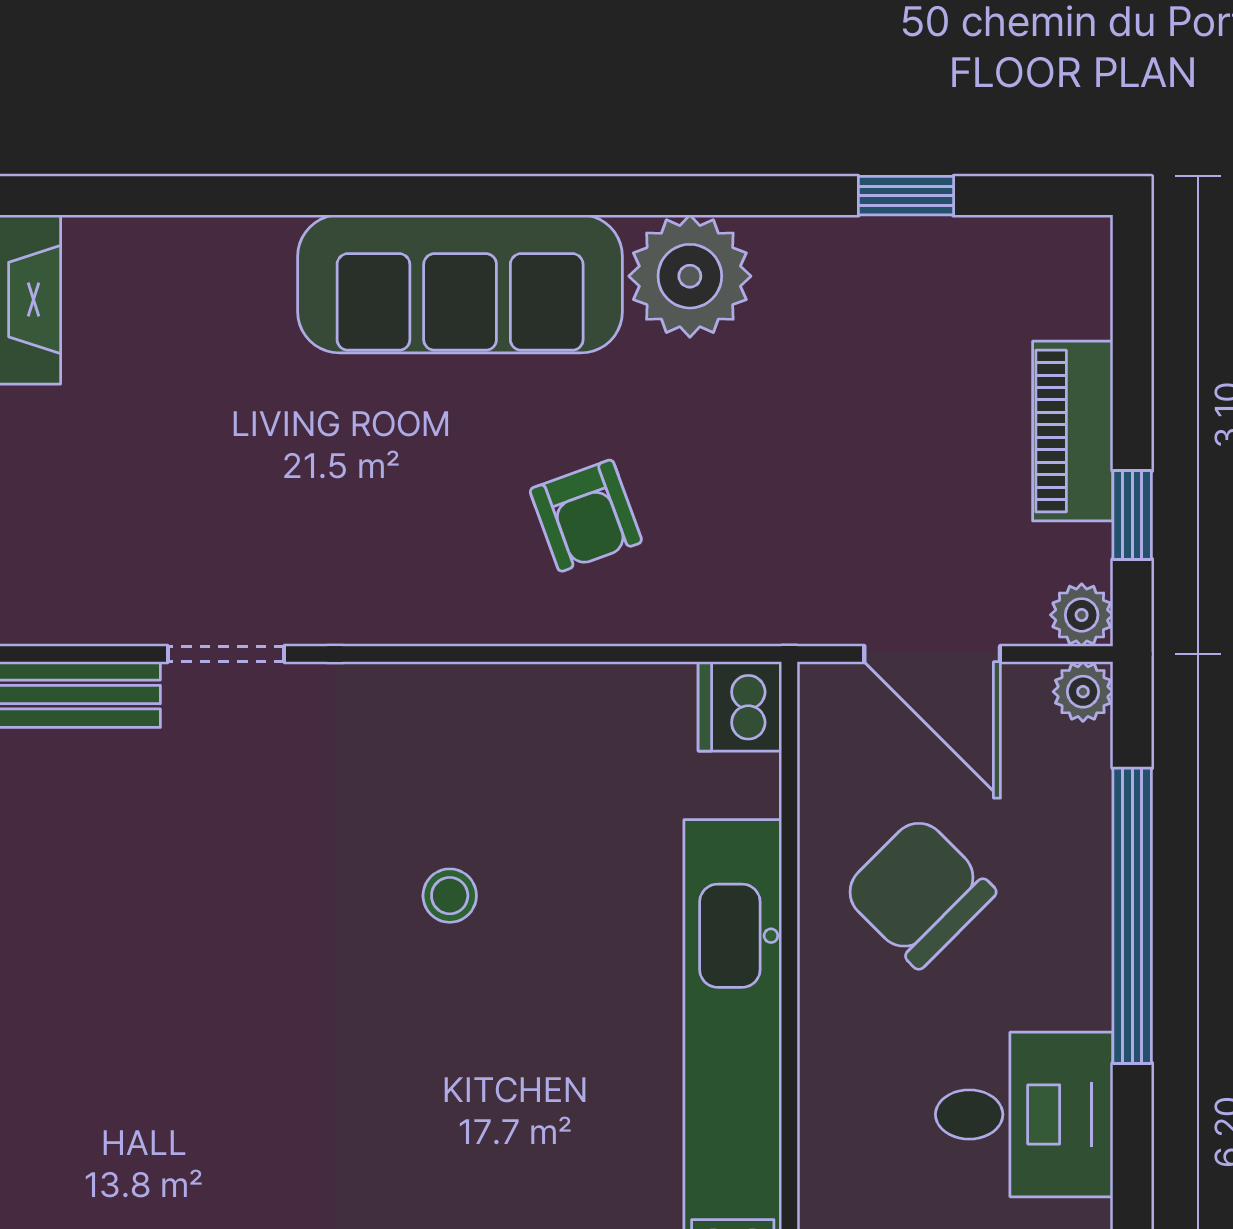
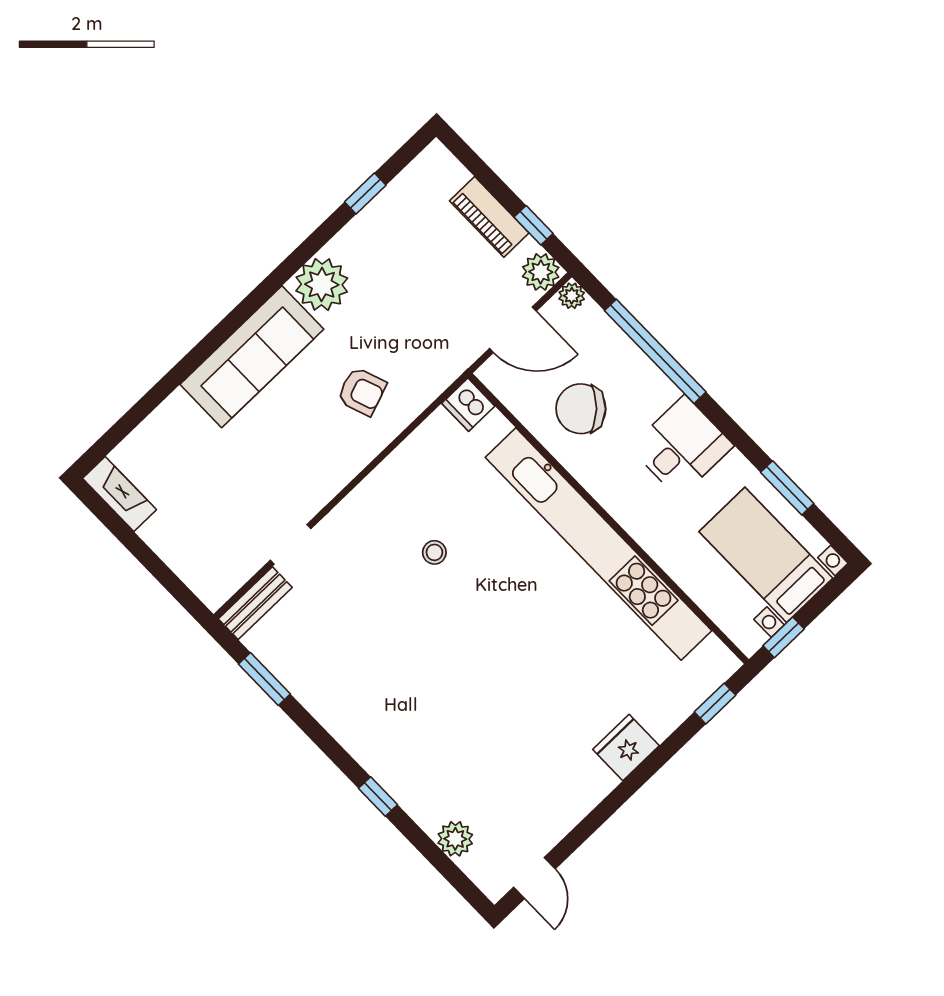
plant: (1082, 615) -> (541, 272), width x1.38, depth x1.38

